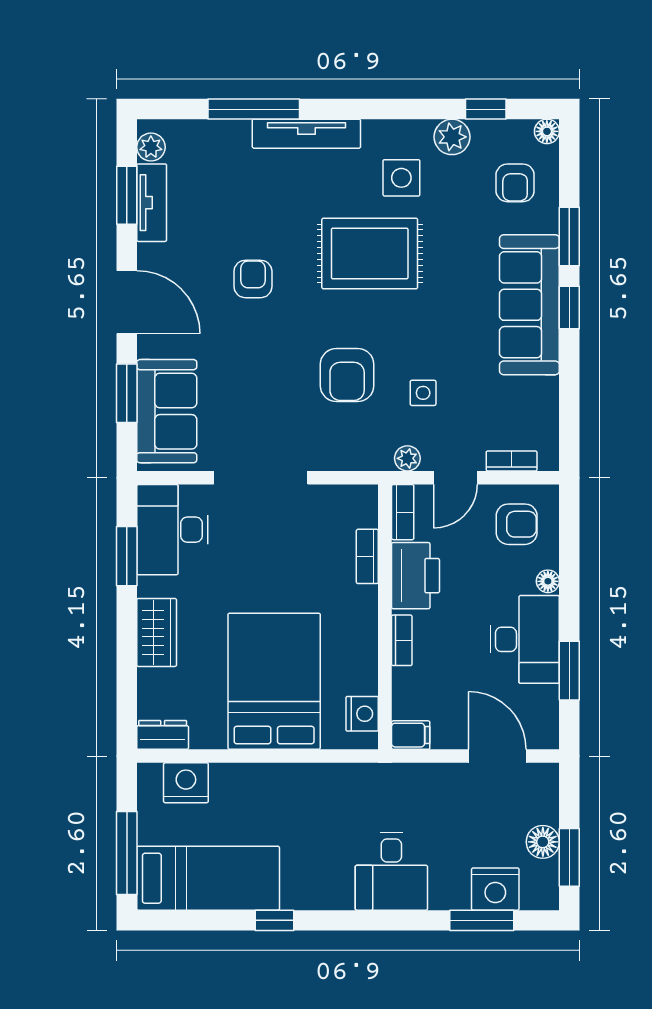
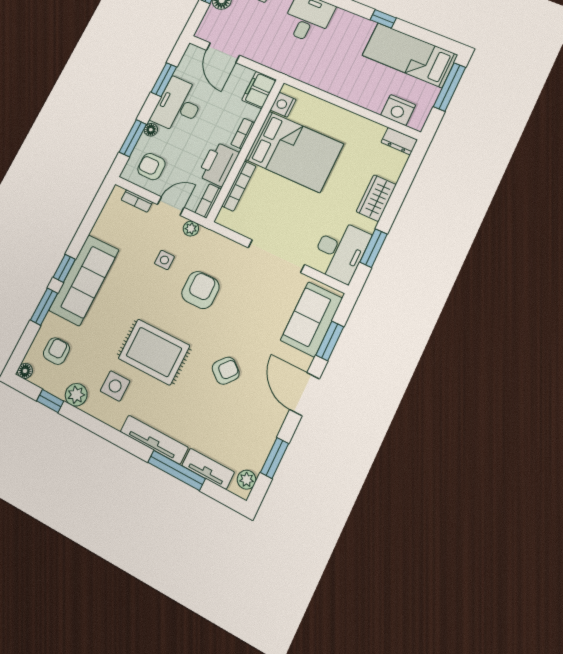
tv unit: (152, 203) -> (208, 469), moved, turned 90
armchair: (253, 279) -> (226, 371), turned -140
window: (569, 555) -> (133, 138), added
bookcase: (367, 556) -> (239, 186), width x1.56
bed: (274, 681) -> (294, 152), moved, turned -90
filing cabinet: (411, 735) -> (259, 90), width x2.00

